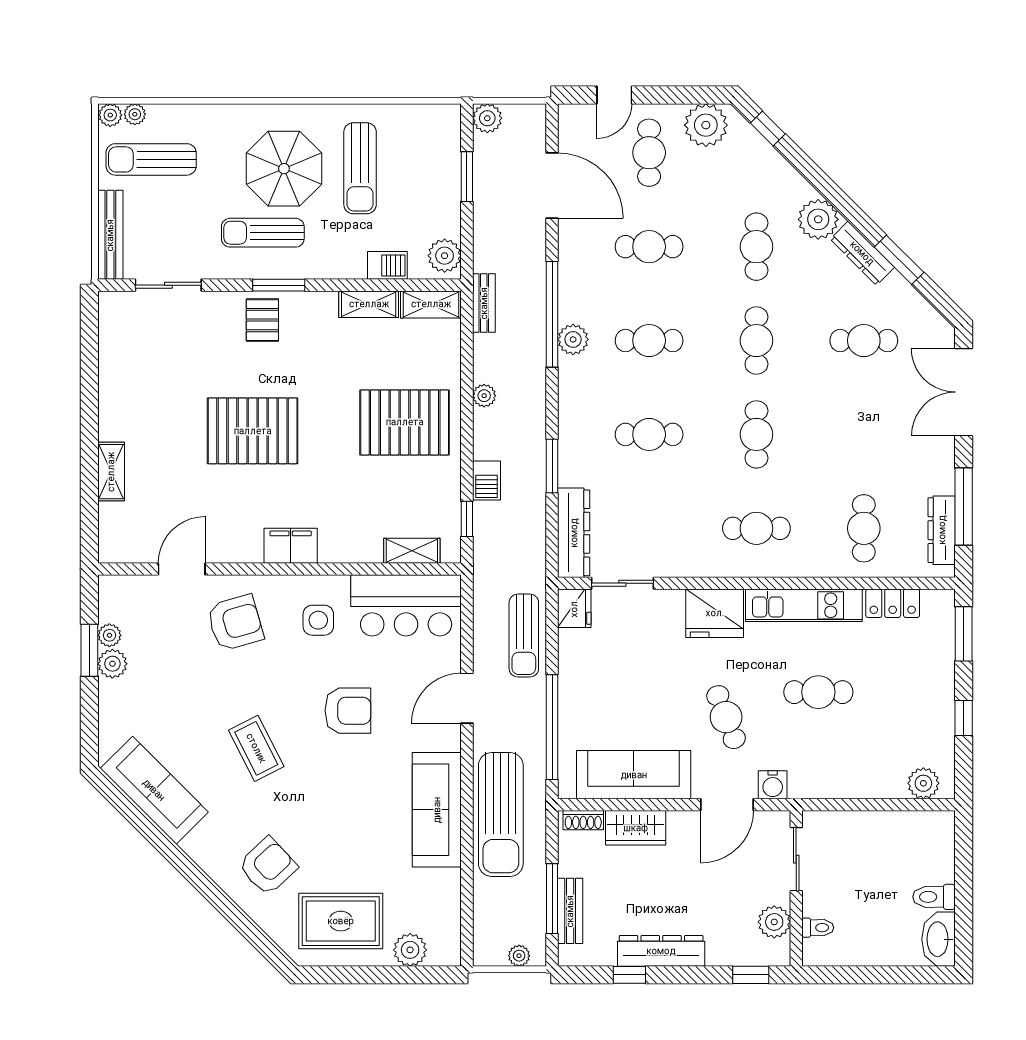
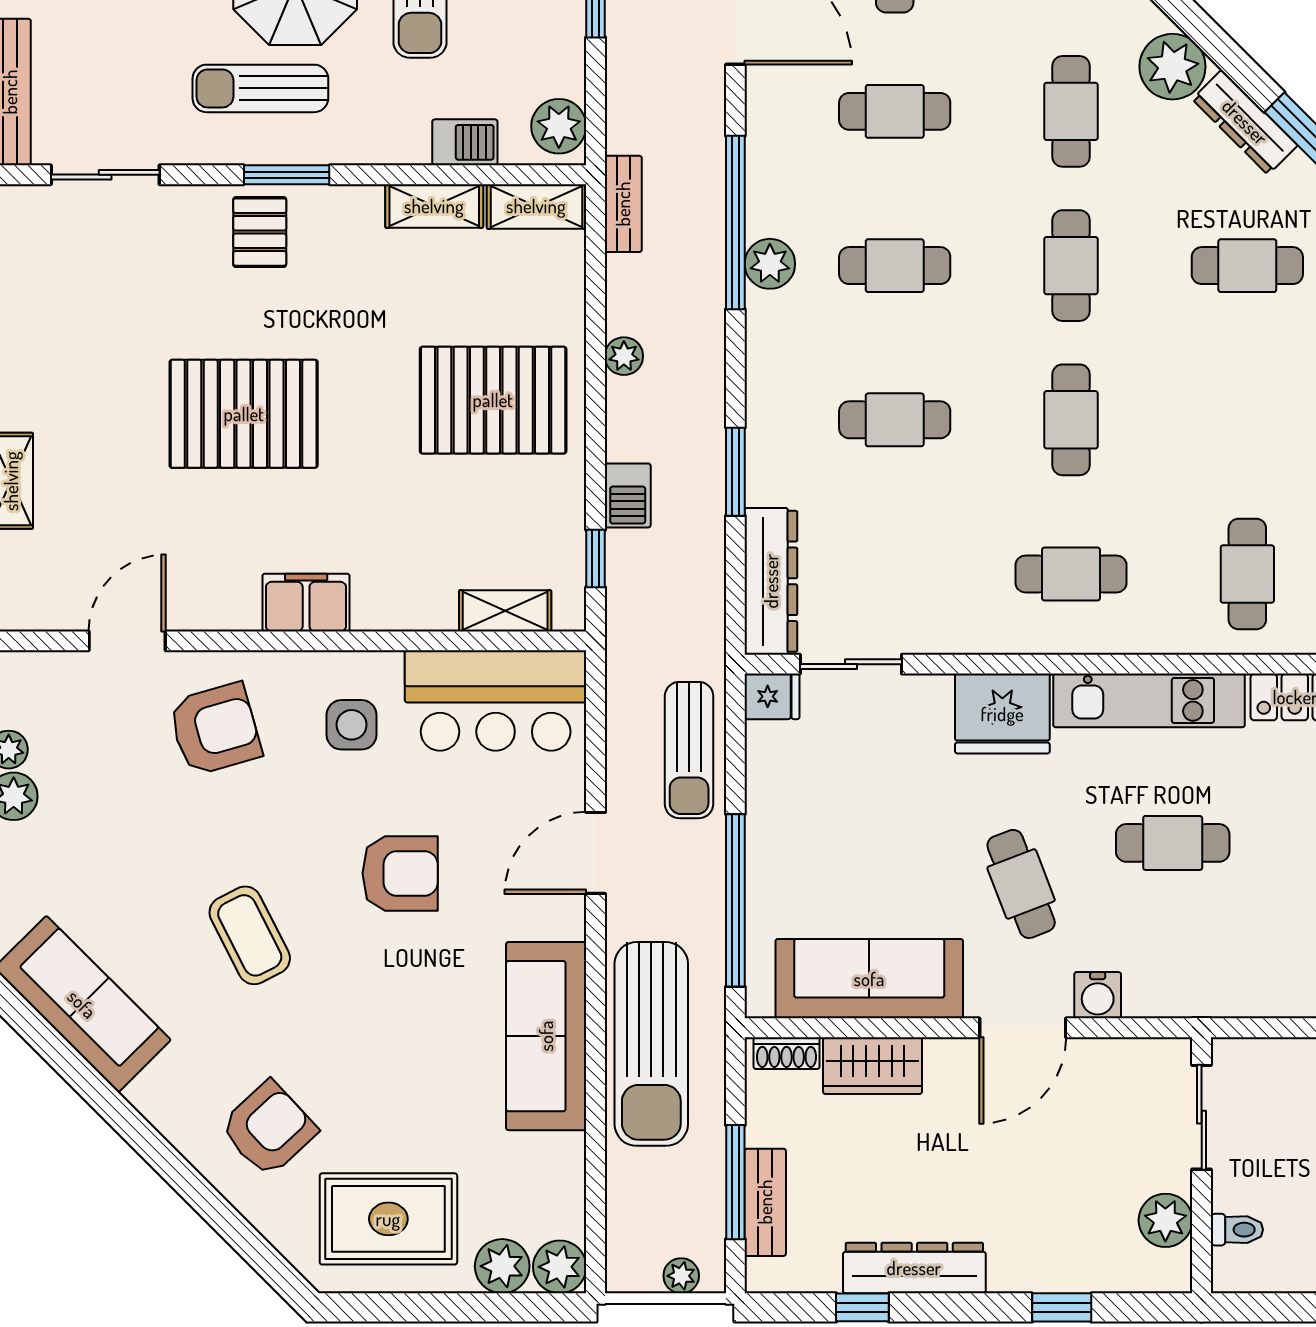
fridge: (574, 608) -> (772, 696), width x0.72
sliding door: (796, 859) -> (1202, 1117), moved
wall: (796, 888) -> (1202, 1165), moved
plant: (774, 922) -> (1165, 1220), moved
toilet: (818, 928) -> (1237, 1230), moved
plant: (445, 950) -> (560, 1267), added

